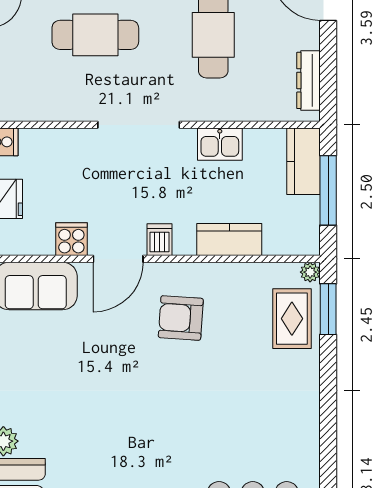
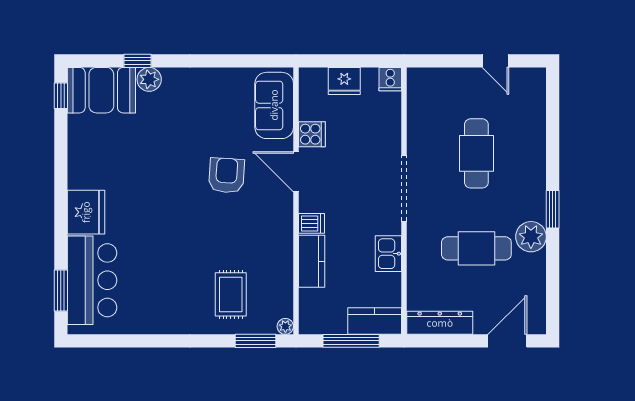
dresser: (308, 80) -> (440, 323), width x1.37, depth x1.24
dishwasher: (159, 240) -> (311, 223), moved
armchair: (181, 318) -> (227, 175), moved
rug: (292, 319) -> (231, 294), moved, turned 90

